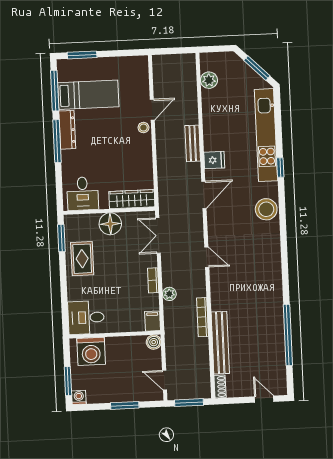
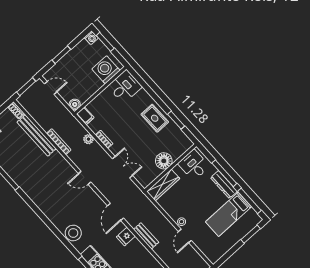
desk: (83, 194) -> (194, 165), moved
wardrobe: (132, 199) -> (163, 185), moved
wall: (109, 211) -> (170, 168), moved
floor lamp: (110, 224) -> (164, 161), moved

